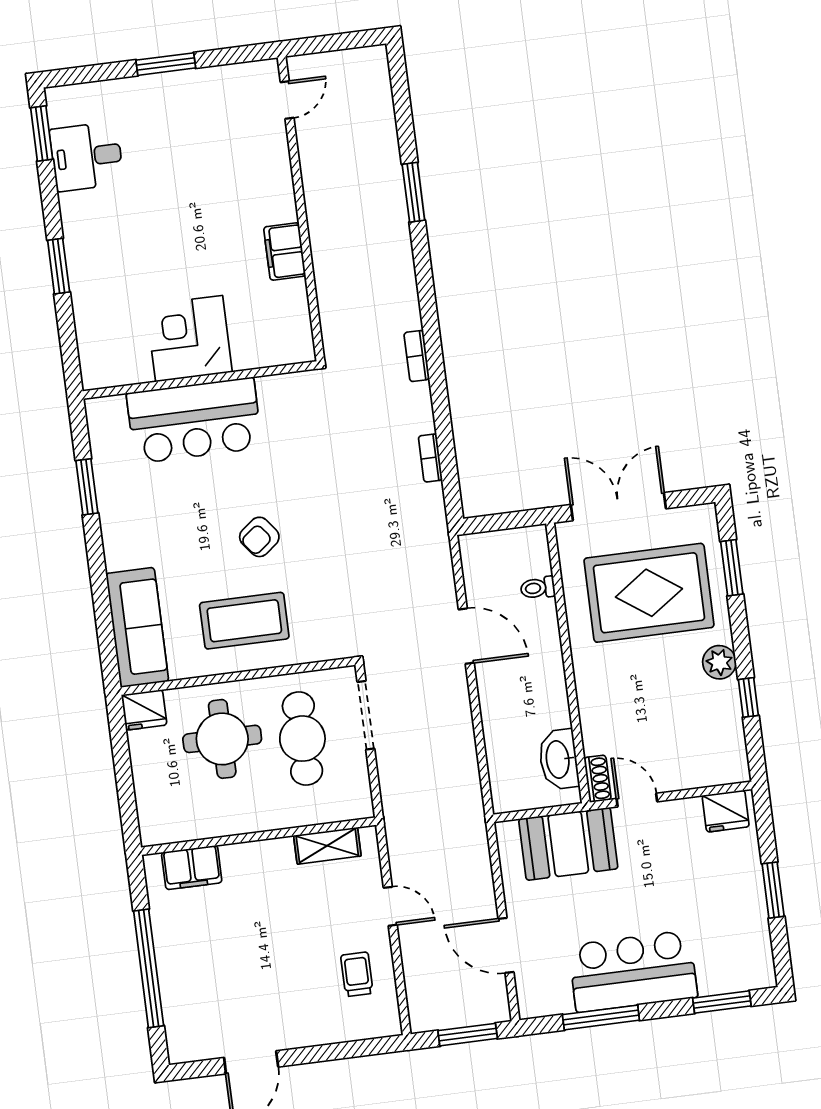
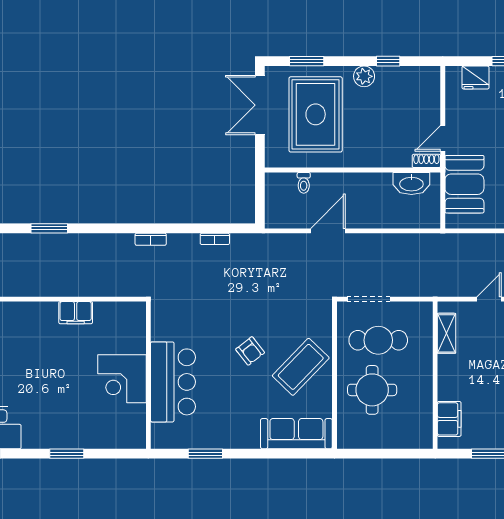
double door: (618, 507) -> (260, 105), moved
coffee table: (244, 621) -> (301, 367), turned 44
fridge: (144, 710) -> (348, 436), removed
fridge: (726, 811) -> (476, 78), moved, turned 90

